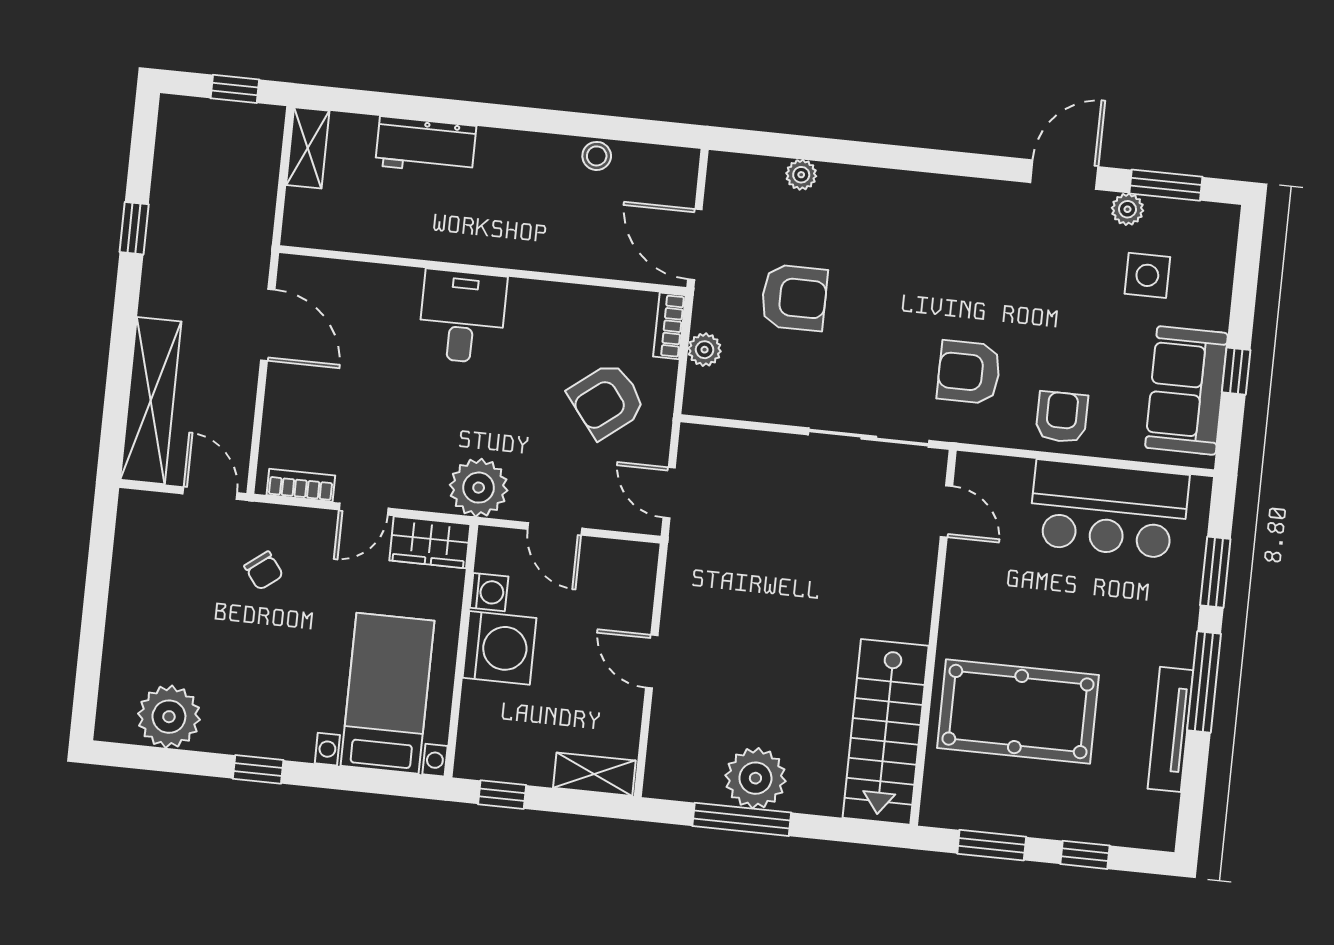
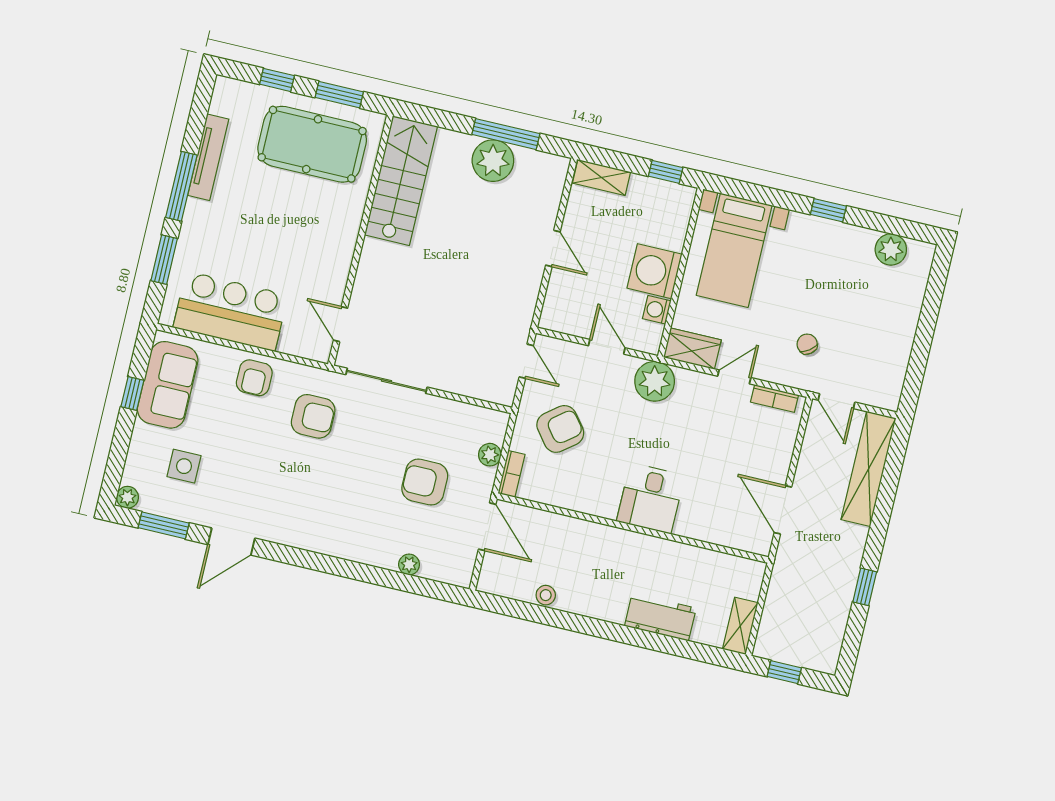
plant: (1127, 209) -> (127, 497), moved
pool table: (1018, 712) -> (312, 144), moved
plant: (169, 717) -> (891, 249), width x0.73, depth x0.73

